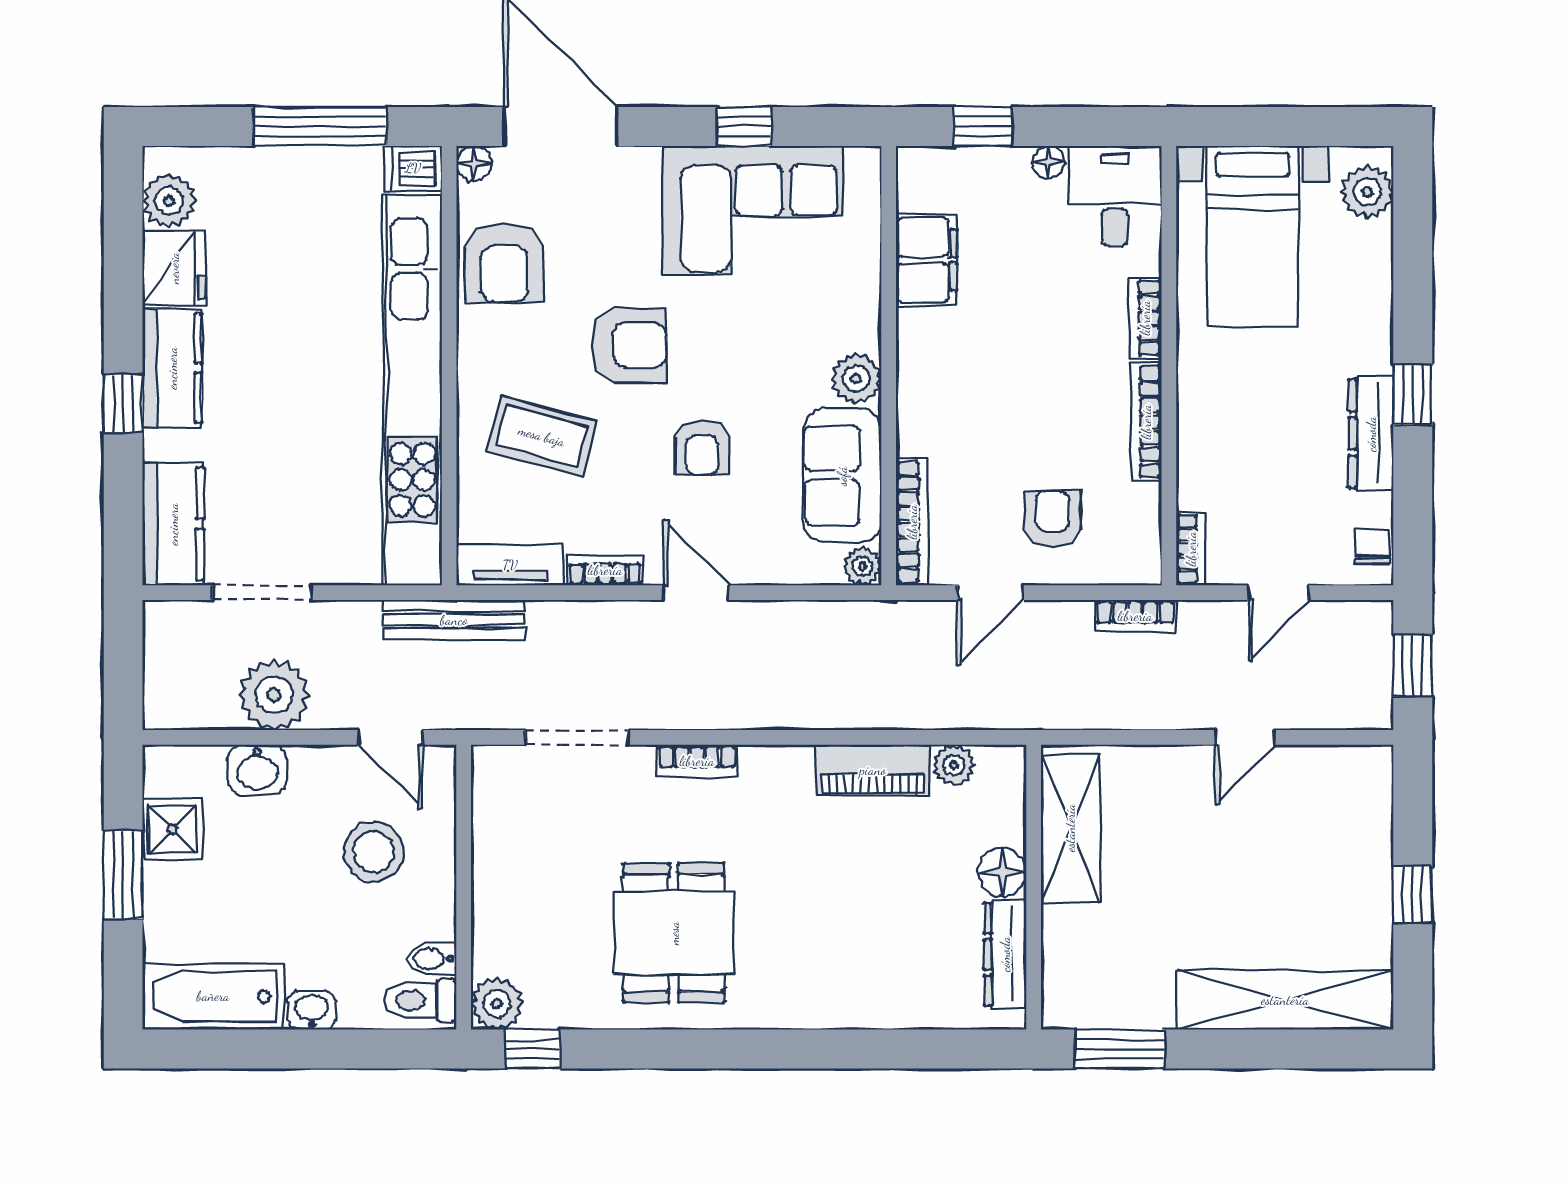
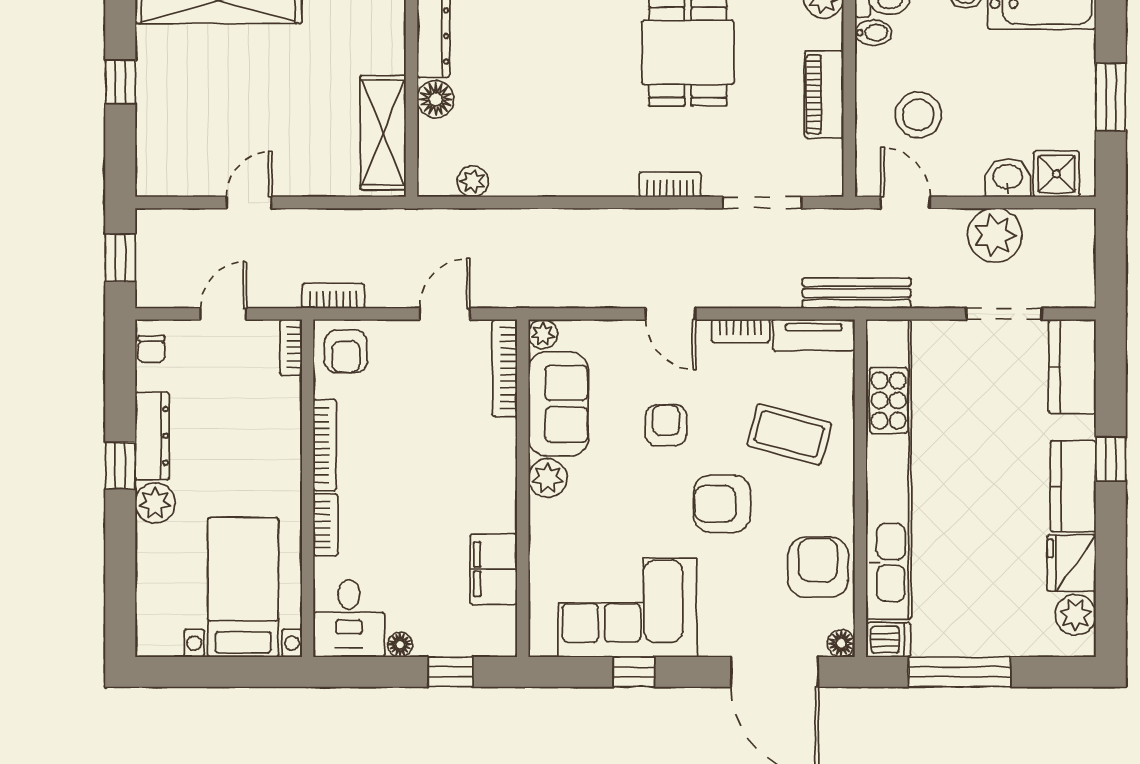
plant: (1367, 192) -> (155, 503), moved
armchair: (1053, 519) -> (346, 351), moved
piano: (873, 770) -> (824, 94), moved, turned -90
shower: (172, 829) -> (1056, 174), moved

